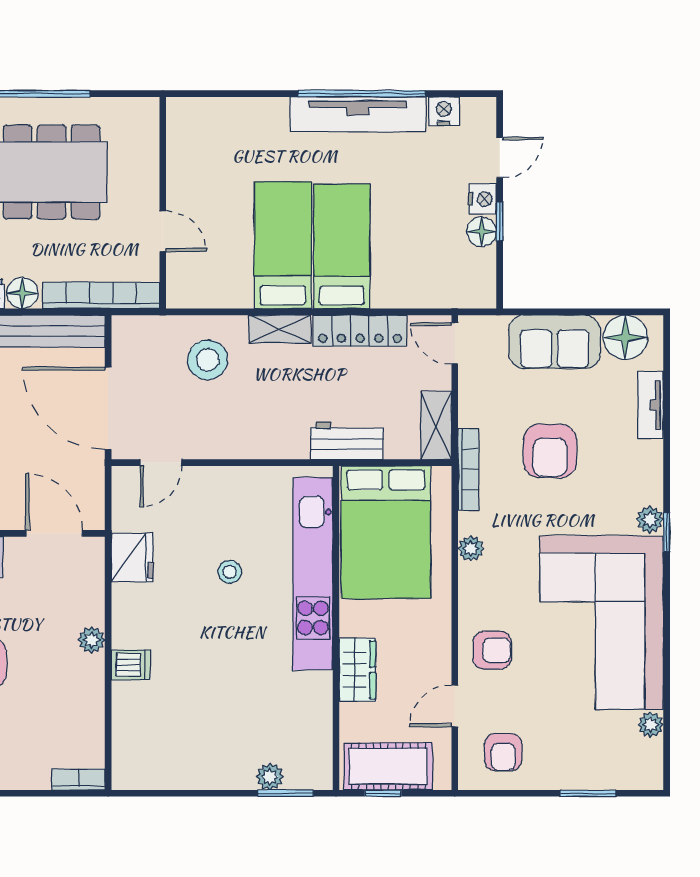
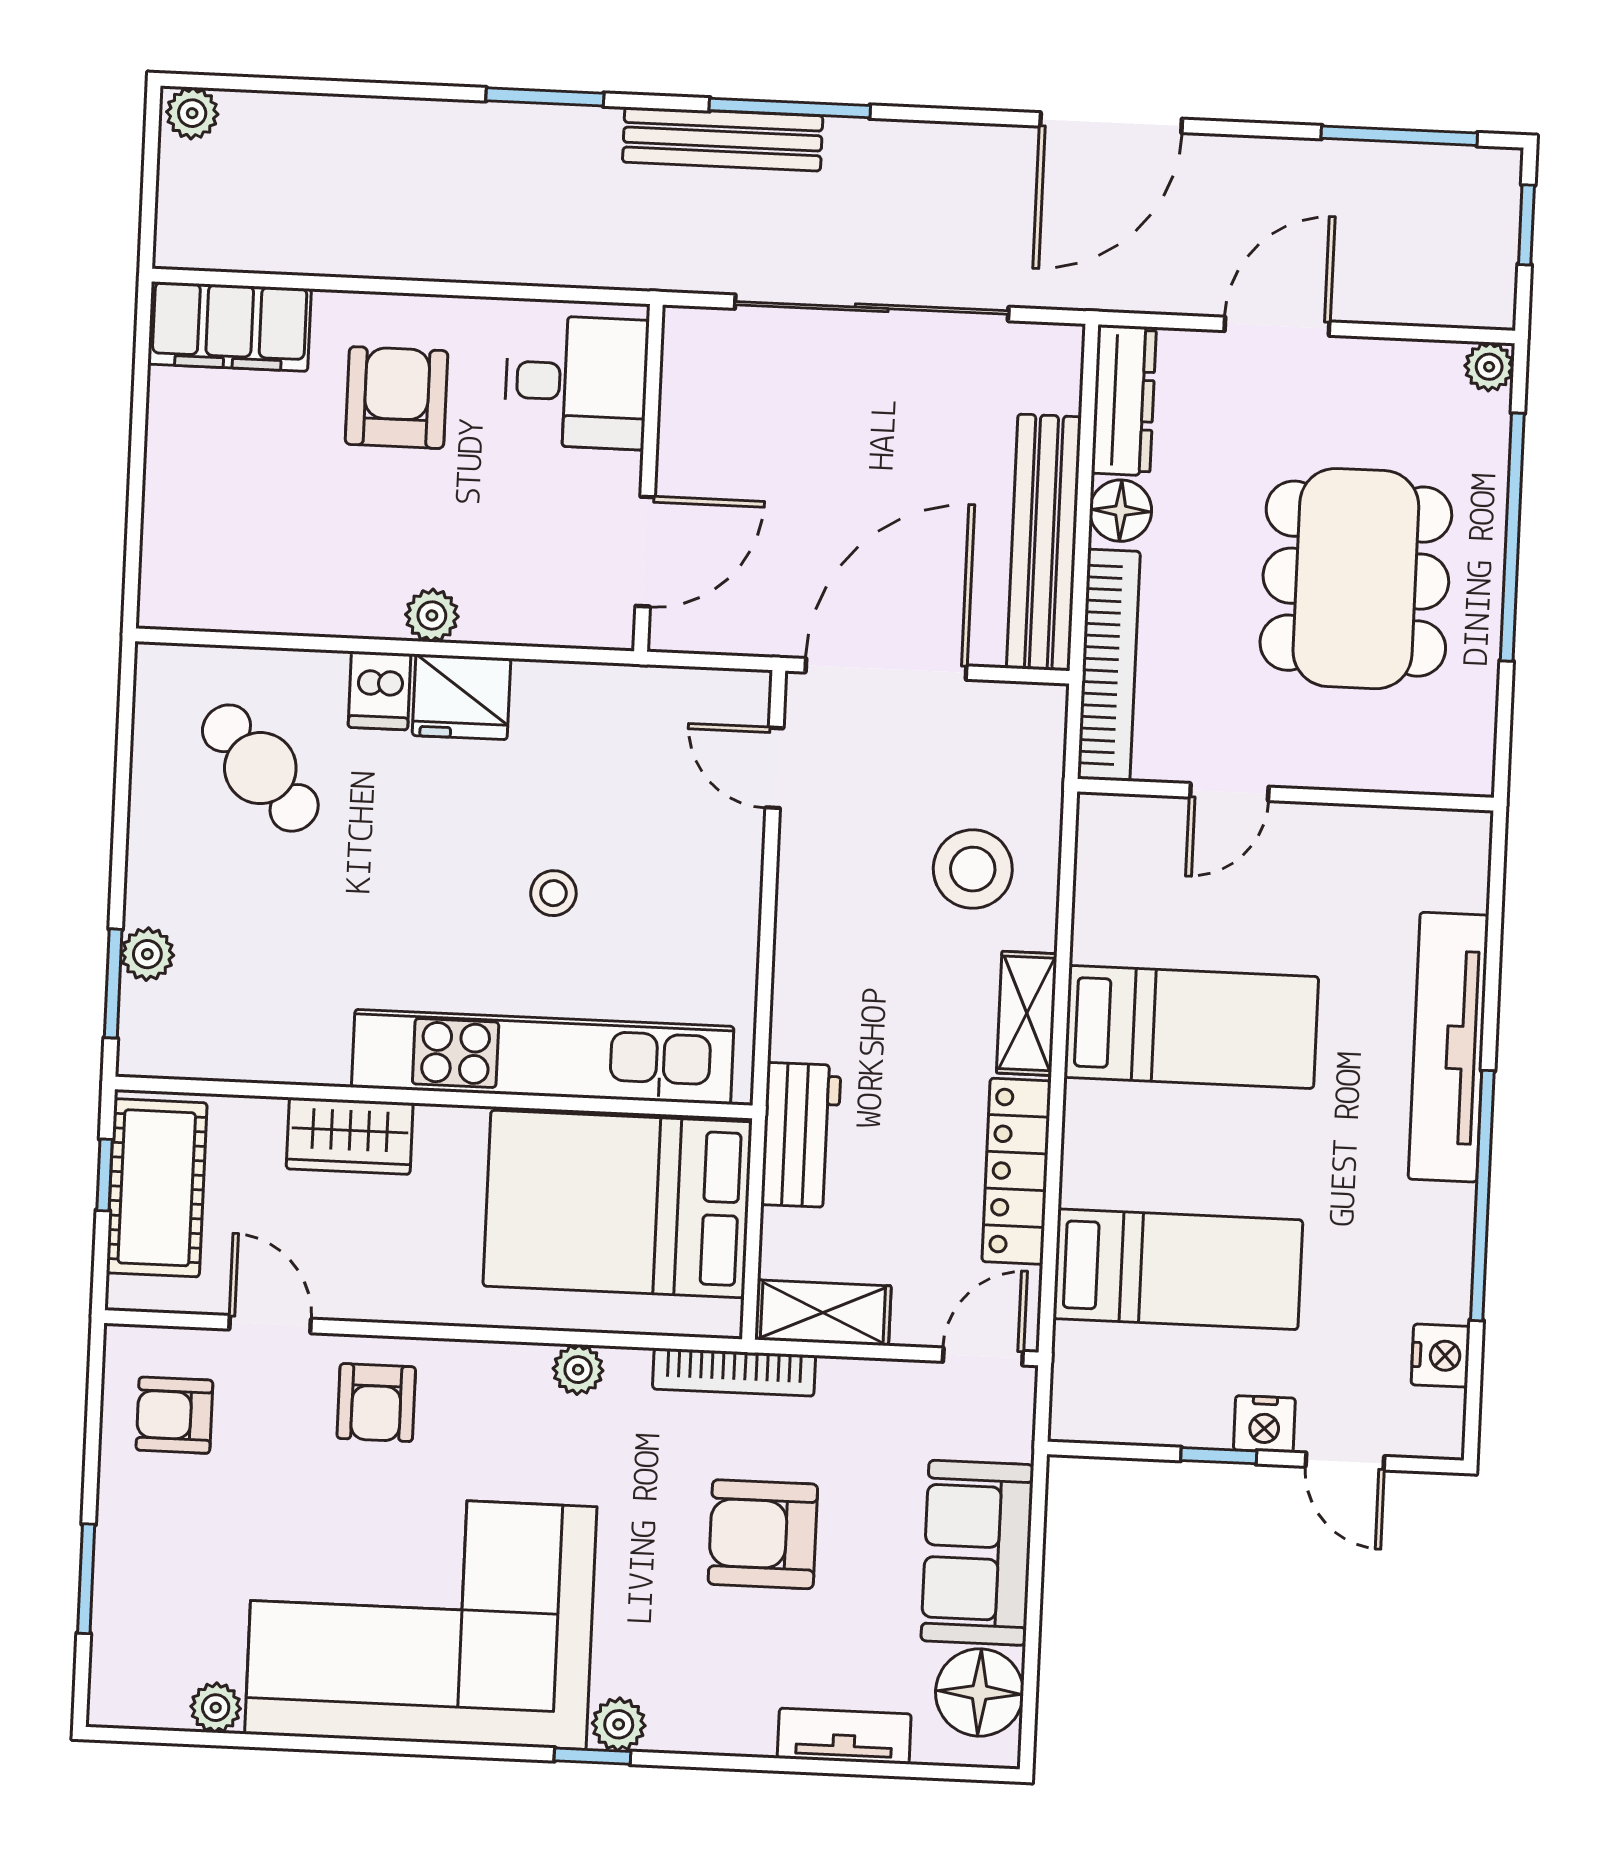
tv unit: (358, 114) -> (1449, 1047), moved
floor lamp: (482, 232) -> (1200, 1419), removed
bed: (342, 246) -> (1178, 1269), moved
fridge: (132, 558) -> (461, 697), moved
cafe table: (173, 724) -> (260, 768), added
bookcase: (79, 779) -> (159, 577), removed

